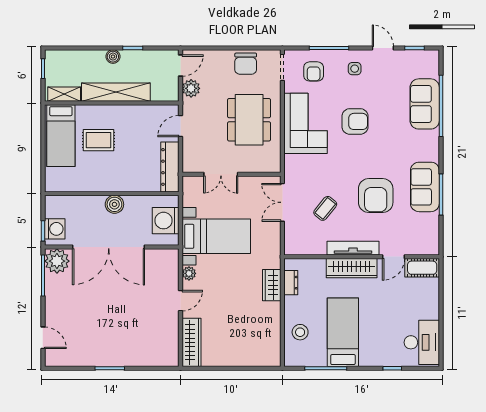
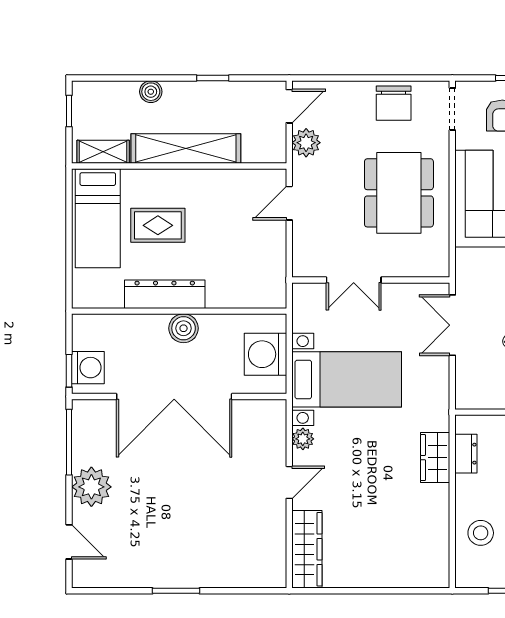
boiler: (113, 57) -> (151, 92), moved
dresser: (170, 167) -> (165, 294), moved, turned 90
plant: (57, 261) -> (91, 487), moved

